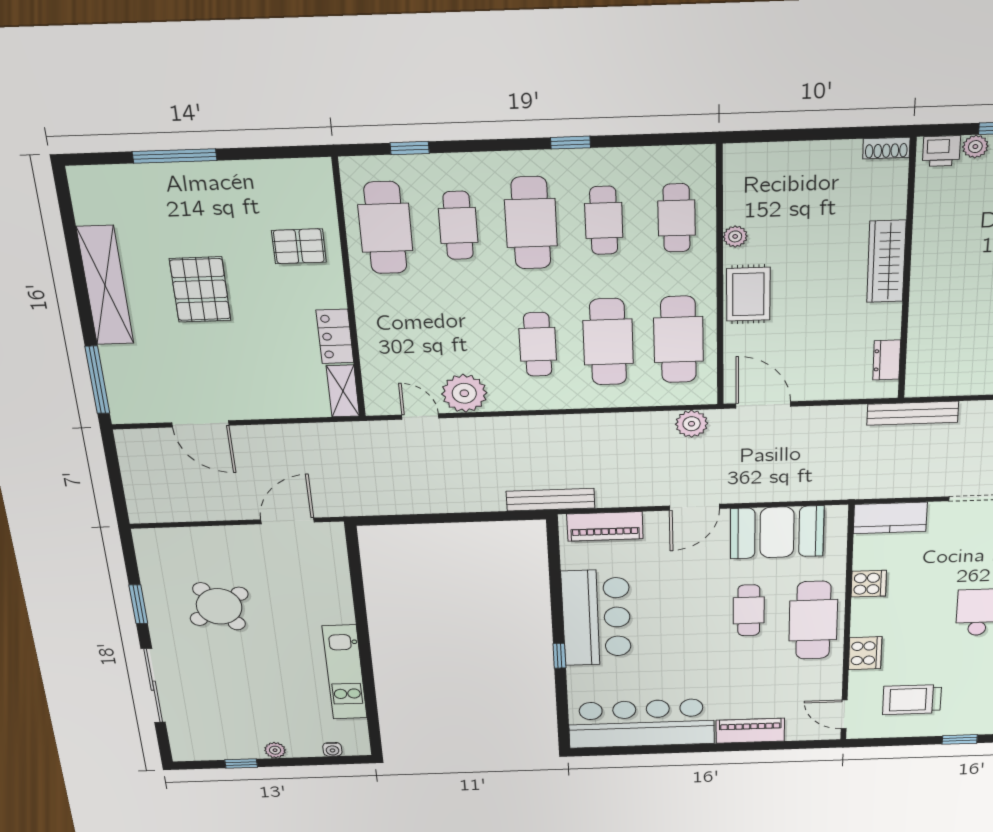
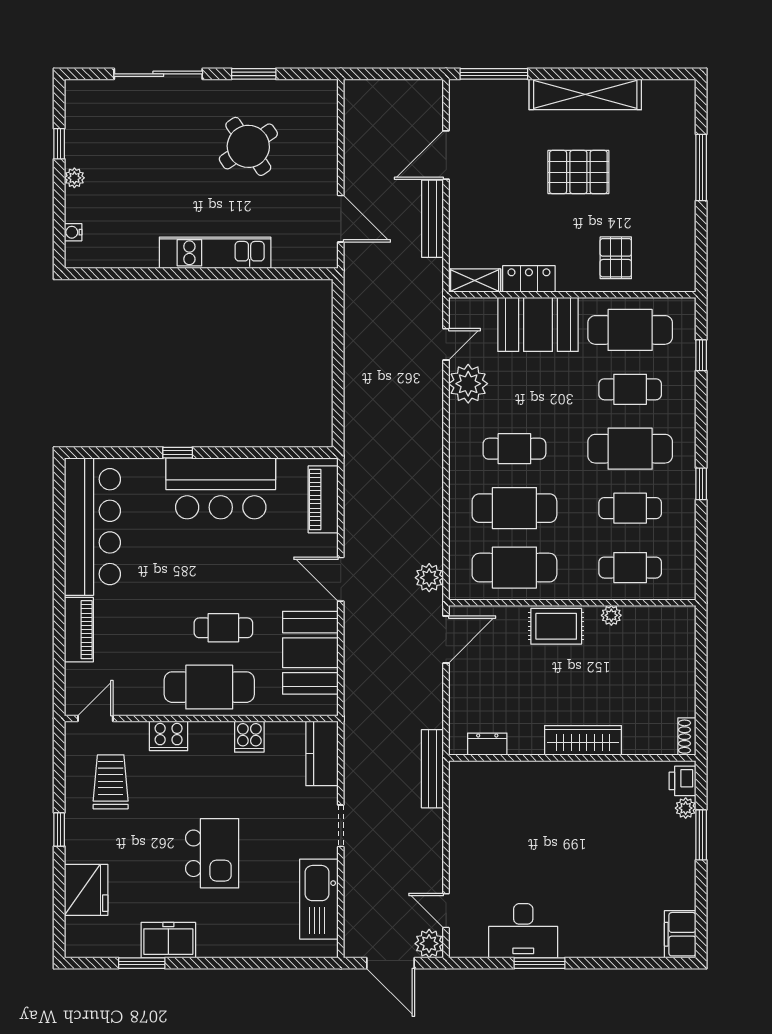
booth: (388, 325) -> (538, 324), added
bench: (551, 500) -> (433, 219), moved
kitchen unit: (345, 672) -> (215, 253), moved

